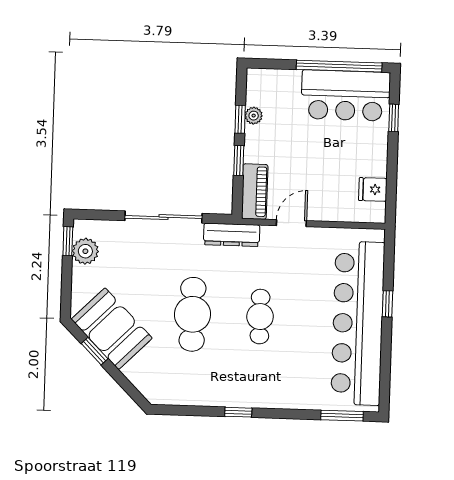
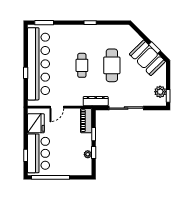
bar counter: (346, 95) -> (39, 153), moved, turned 90
fridge: (373, 189) -> (36, 123), width x1.88, depth x1.34
door: (291, 223) -> (57, 107), moved

